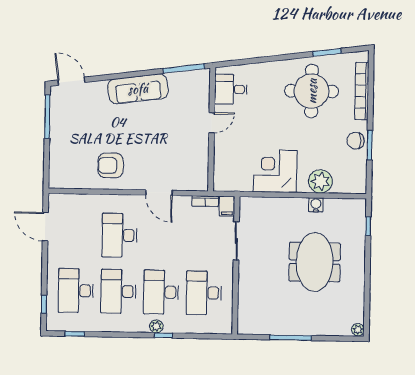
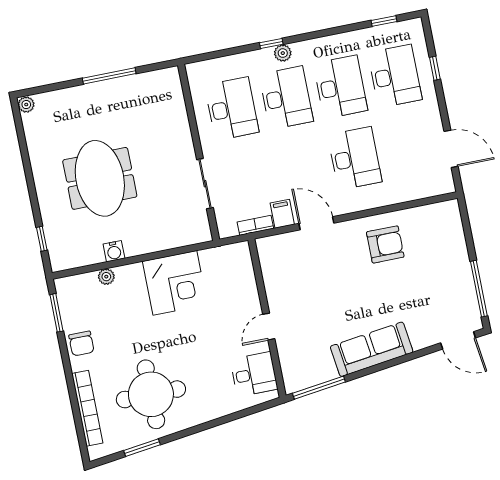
chair: (356, 141) -> (81, 344), turned 90
window: (370, 145) -> (57, 313), moved
plant: (320, 181) -> (106, 277), width x0.53, depth x0.53
filing cabinet: (227, 206) -> (282, 214), moved
window: (44, 304) -> (435, 68), moved

